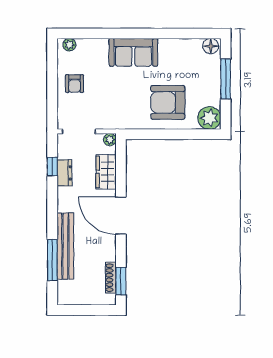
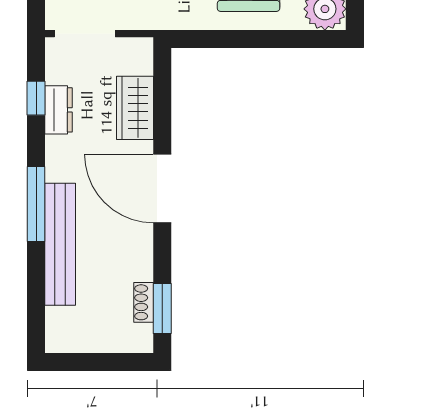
plant: (110, 140) -> (142, 49), removed
window: (52, 260) -> (36, 204), moved
shoe rack: (111, 278) -> (144, 302), width x0.70

